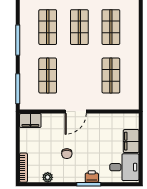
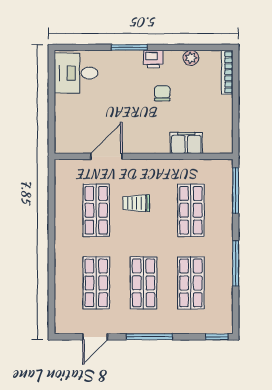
trolley: (84, 80) -> (136, 203), added
door: (76, 112) -> (106, 156), moved
filing cabinet: (30, 120) -> (186, 143), moved
filing cabinet: (131, 141) -> (66, 112), removed
printer: (92, 177) -> (153, 59), moved

